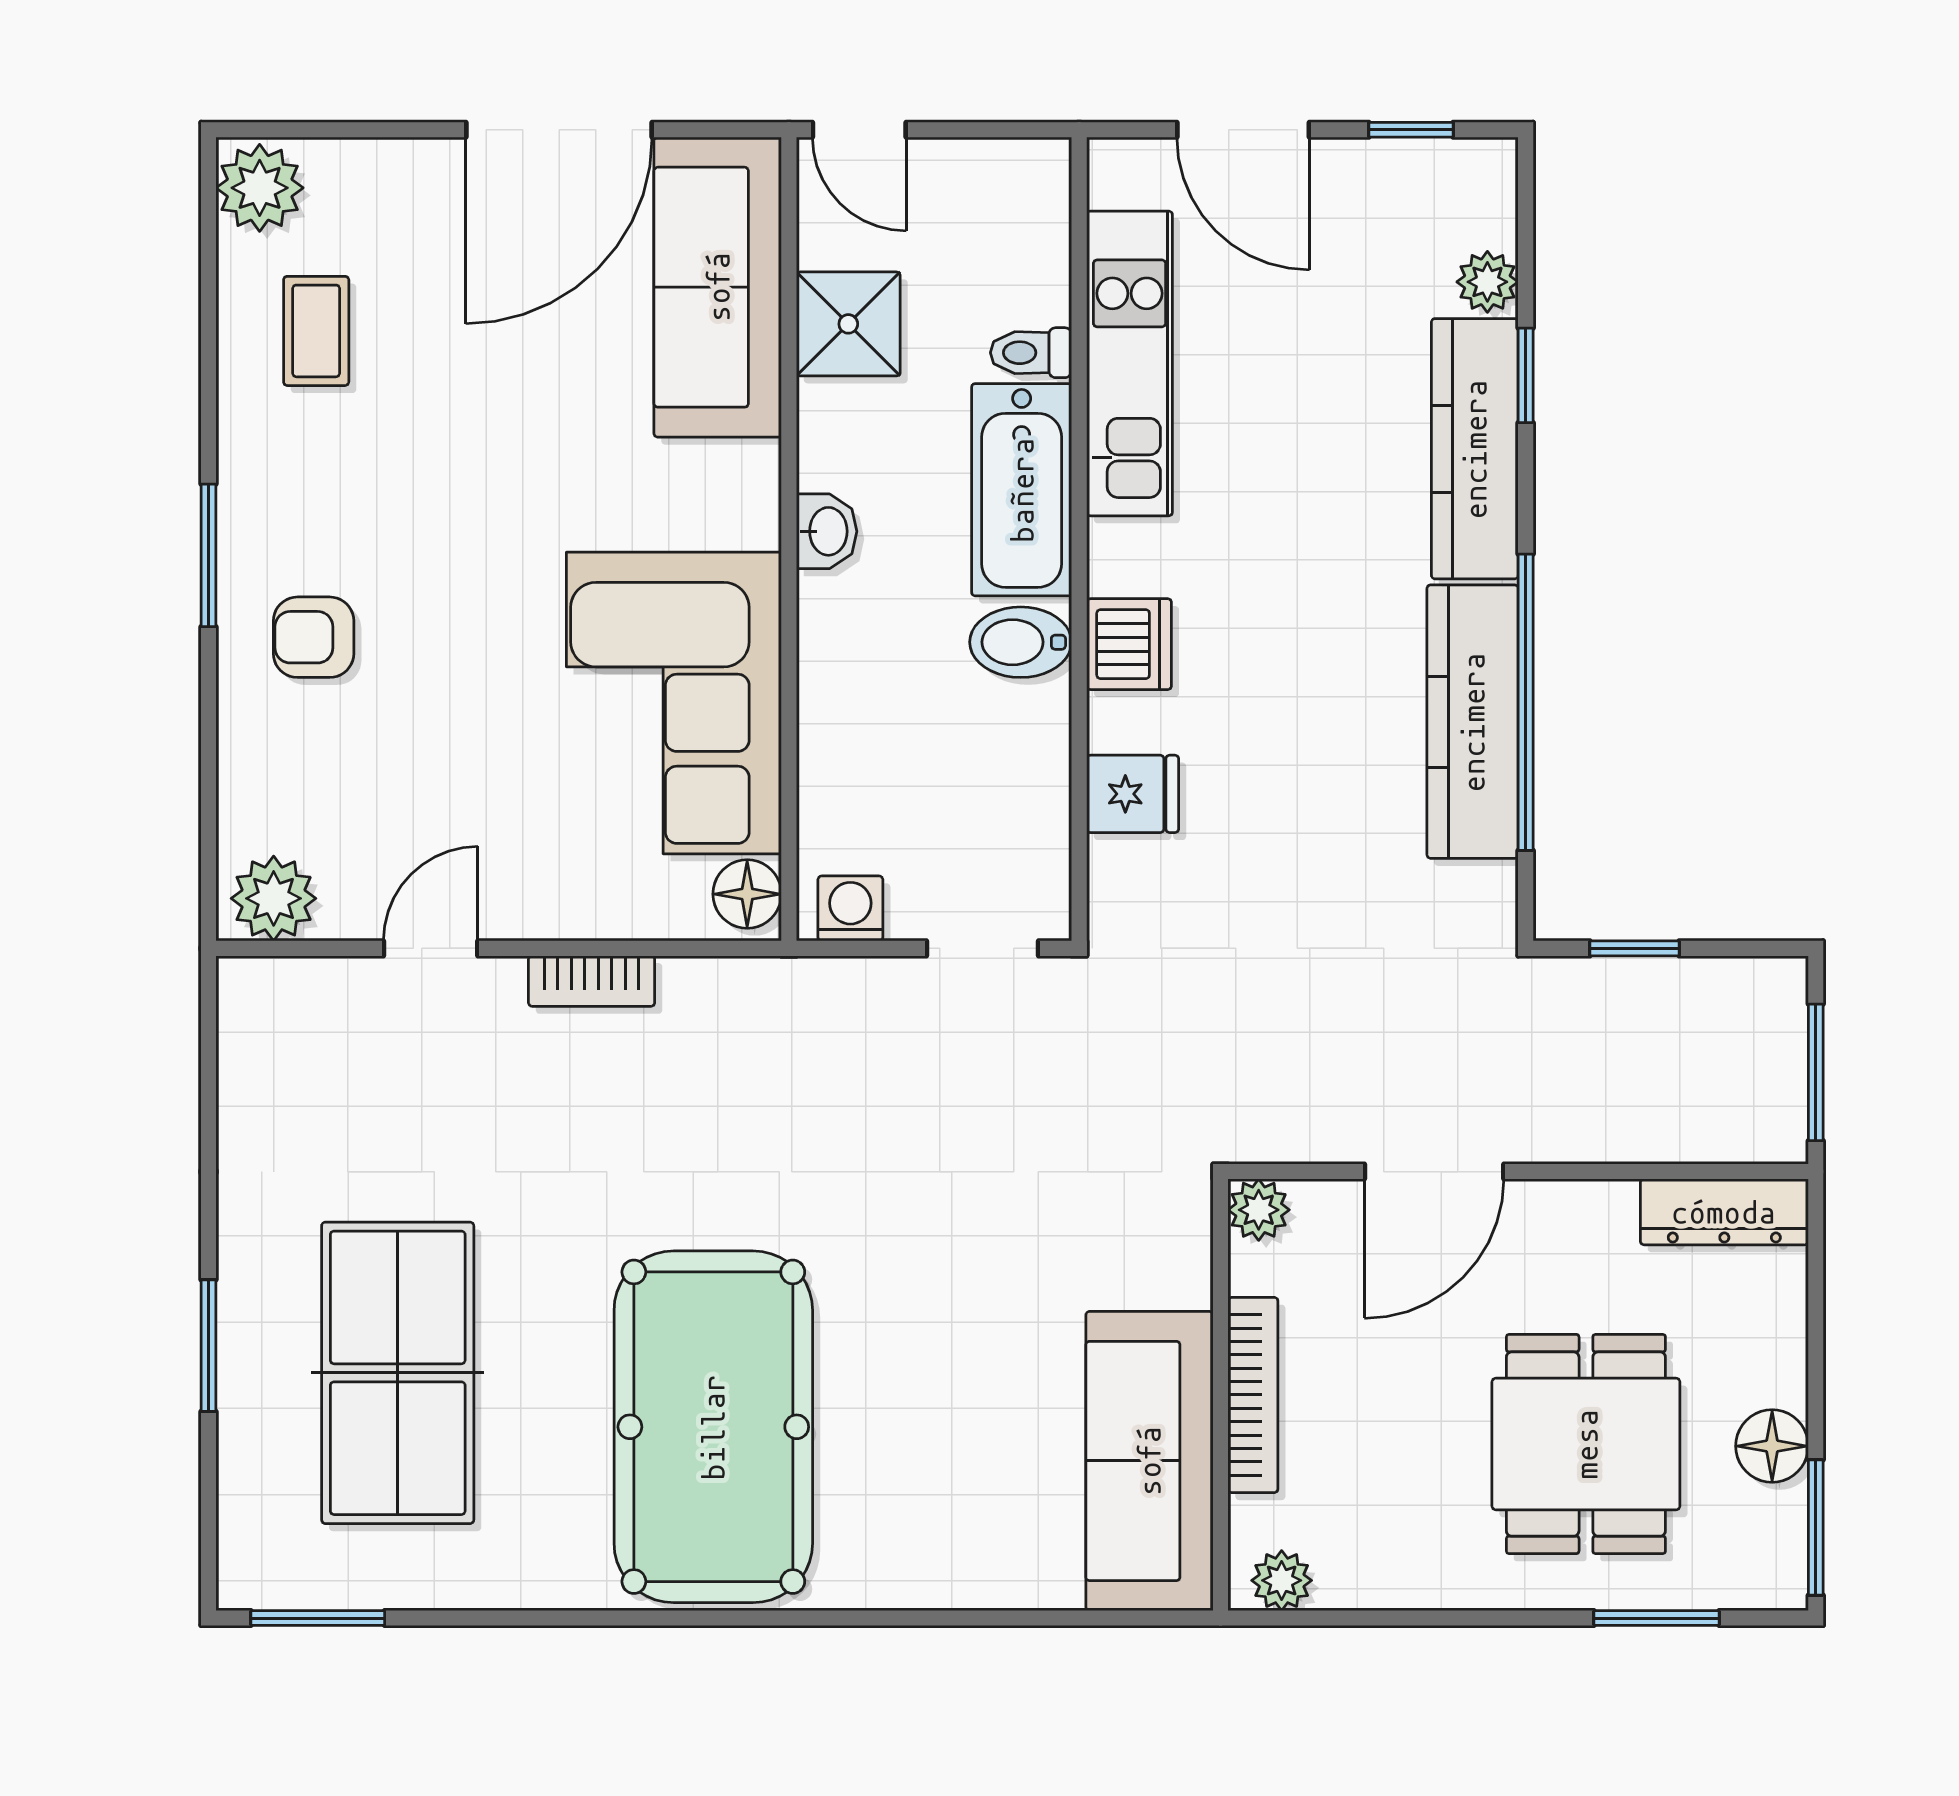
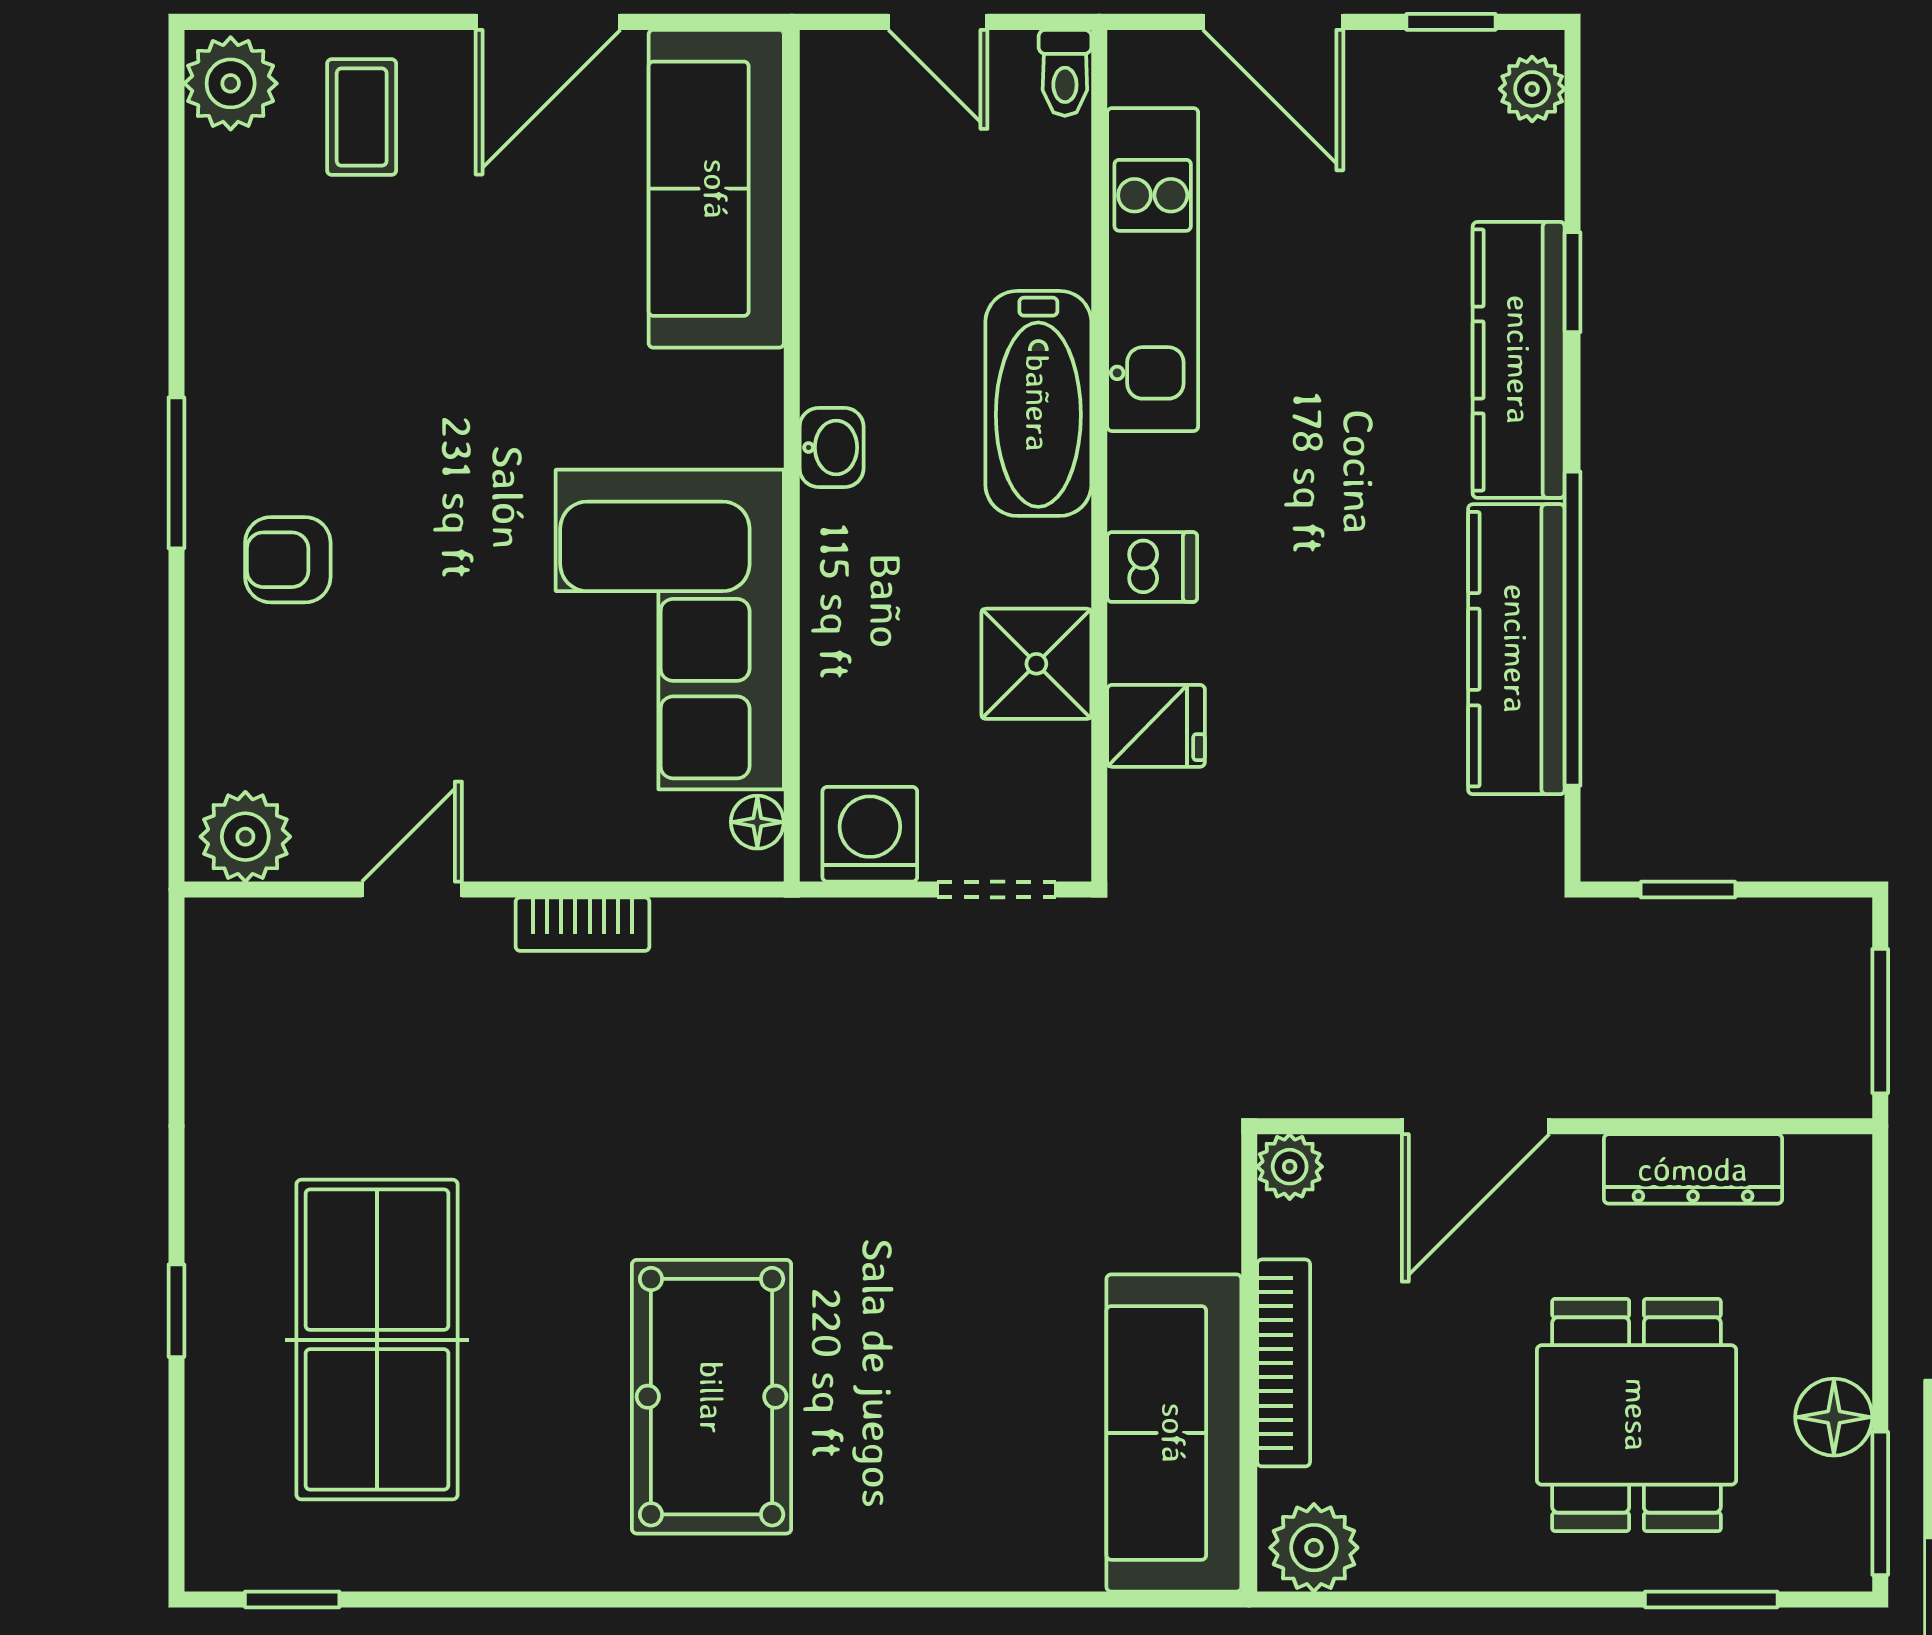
door: (559, 130) -> (548, 22), width x0.73
door: (859, 130) -> (938, 22), moved
plant: (1487, 282) -> (1532, 89), moved
shower: (848, 324) -> (1036, 664), moved
coffee table: (316, 331) -> (362, 117), moved
toilet: (1031, 353) -> (1065, 73), moved, turned -90
bidet: (1021, 642) -> (1037, 565), removed
dishwasher: (1129, 644) -> (1152, 567), width x0.73
floor lamp: (747, 894) -> (757, 822), width x0.73, depth x0.73
washing machine: (850, 908) -> (870, 834), width x1.38, depth x1.38
dresser: (1724, 1212) -> (1693, 1169), moved
window: (208, 1346) -> (176, 1311), width x0.67
pool table: (713, 1427) -> (712, 1397), width x0.73, depth x0.76
plant: (1282, 1580) -> (1314, 1548), width x1.38, depth x1.38
window: (318, 1618) -> (292, 1599), width x0.67

